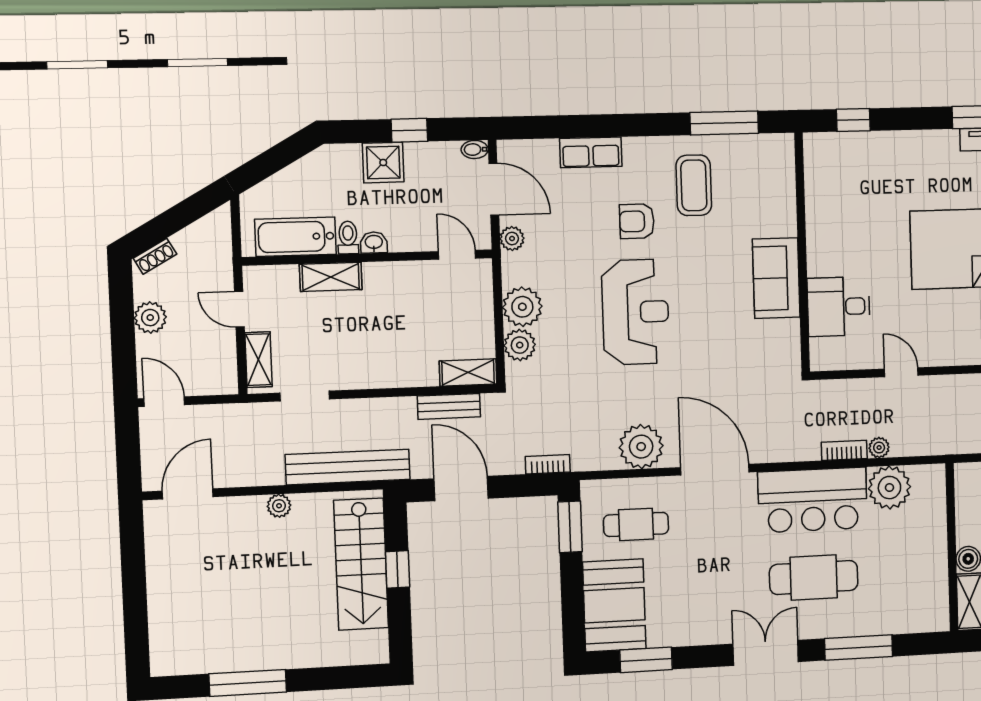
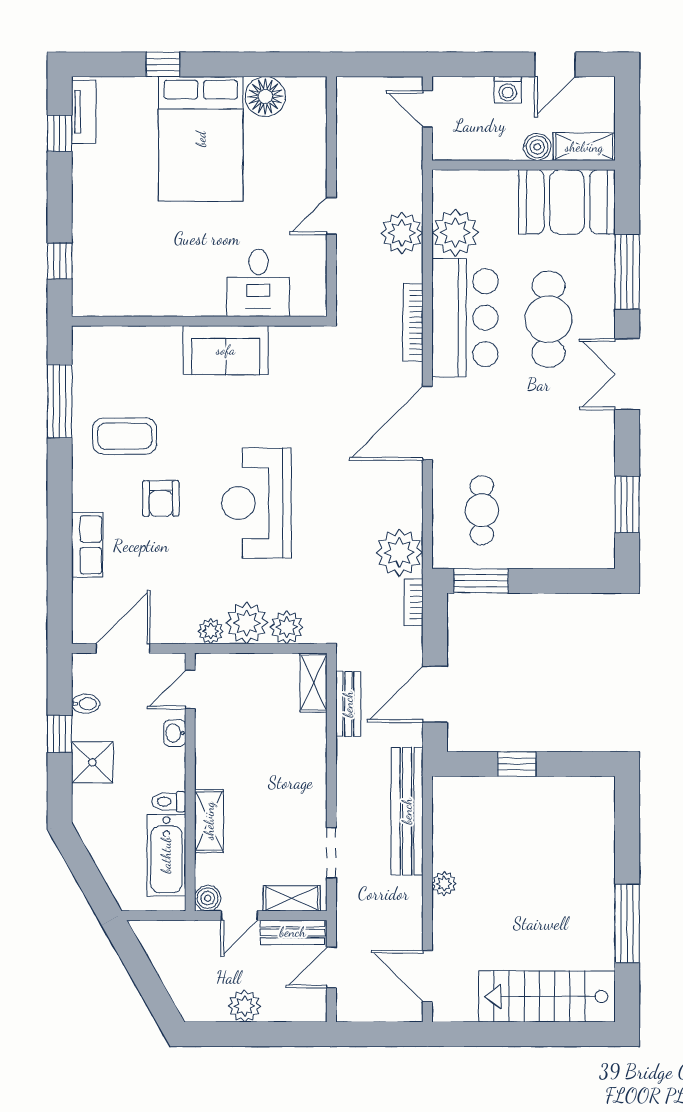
bidet: (475, 149) -> (86, 704), moved, turned -90
plant: (512, 239) -> (211, 631), moved
washbasin: (374, 242) -> (175, 733), moved
shoe rack: (155, 256) -> (182, 999), removed
boiler: (255, 278) -> (208, 898), added
reception desk: (636, 312) -> (256, 503), turned -90
bench: (225, 362) -> (293, 932), added
door: (164, 402) -> (331, 967), moved
plant: (641, 447) -> (399, 553), moved
plant: (879, 448) -> (402, 233), width x1.88, depth x1.88
bookcase: (844, 450) -> (413, 323), moved, width x1.56
stairs: (361, 564) -> (547, 996), moved, turned 180
booth: (614, 605) -> (567, 202), moved

